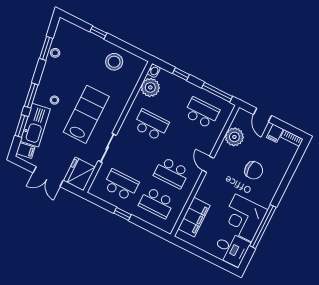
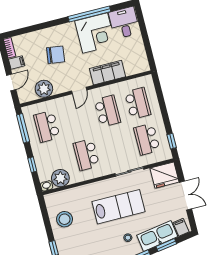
lab bench: (86, 114) -> (119, 207), turned 180
chair: (254, 170) -> (56, 55), turned 98
window: (122, 214) -> (172, 141), moved
filing cabinet: (194, 217) -> (108, 73), moved

